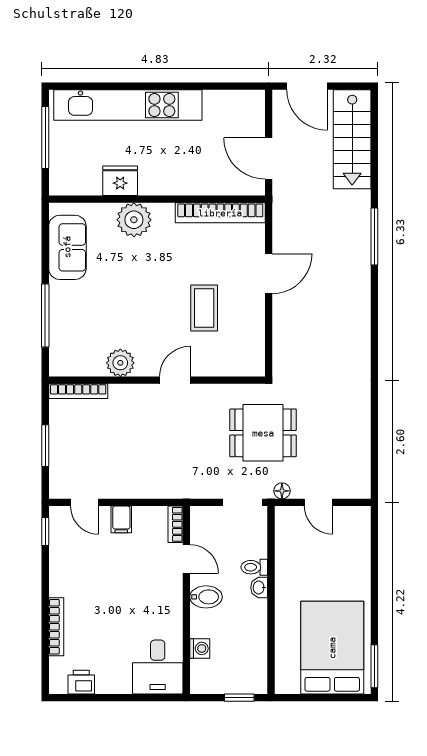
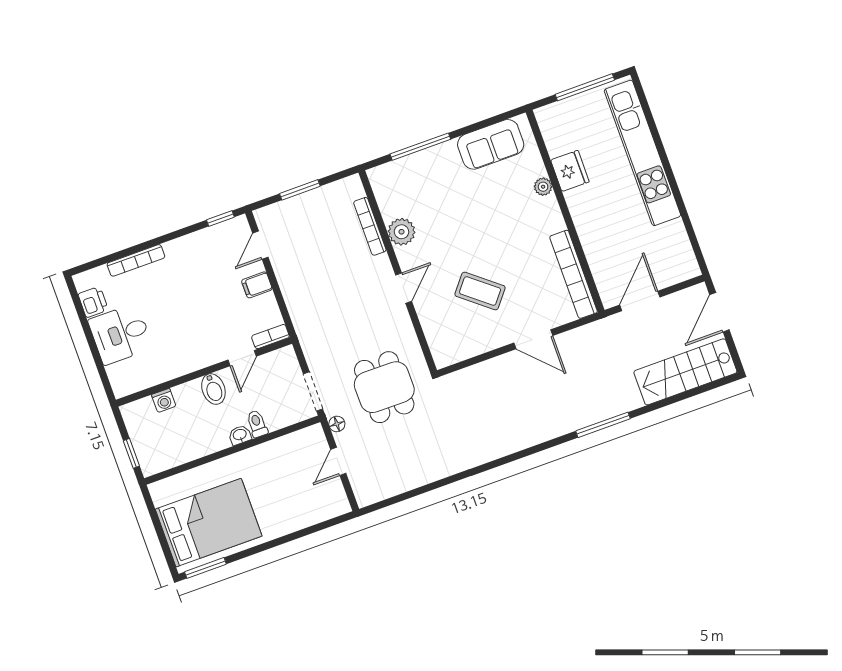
plant: (134, 220) -> (543, 187), width x0.53, depth x0.53
coffee table: (204, 308) -> (480, 291), turned 39
door: (175, 380) -> (404, 288), hinge flipped
bookcase: (78, 391) -> (370, 226), moved
desk: (158, 667) -> (120, 334), moved

